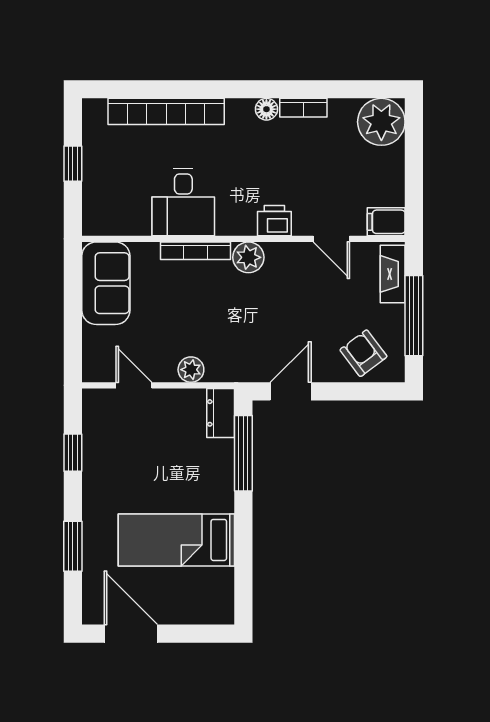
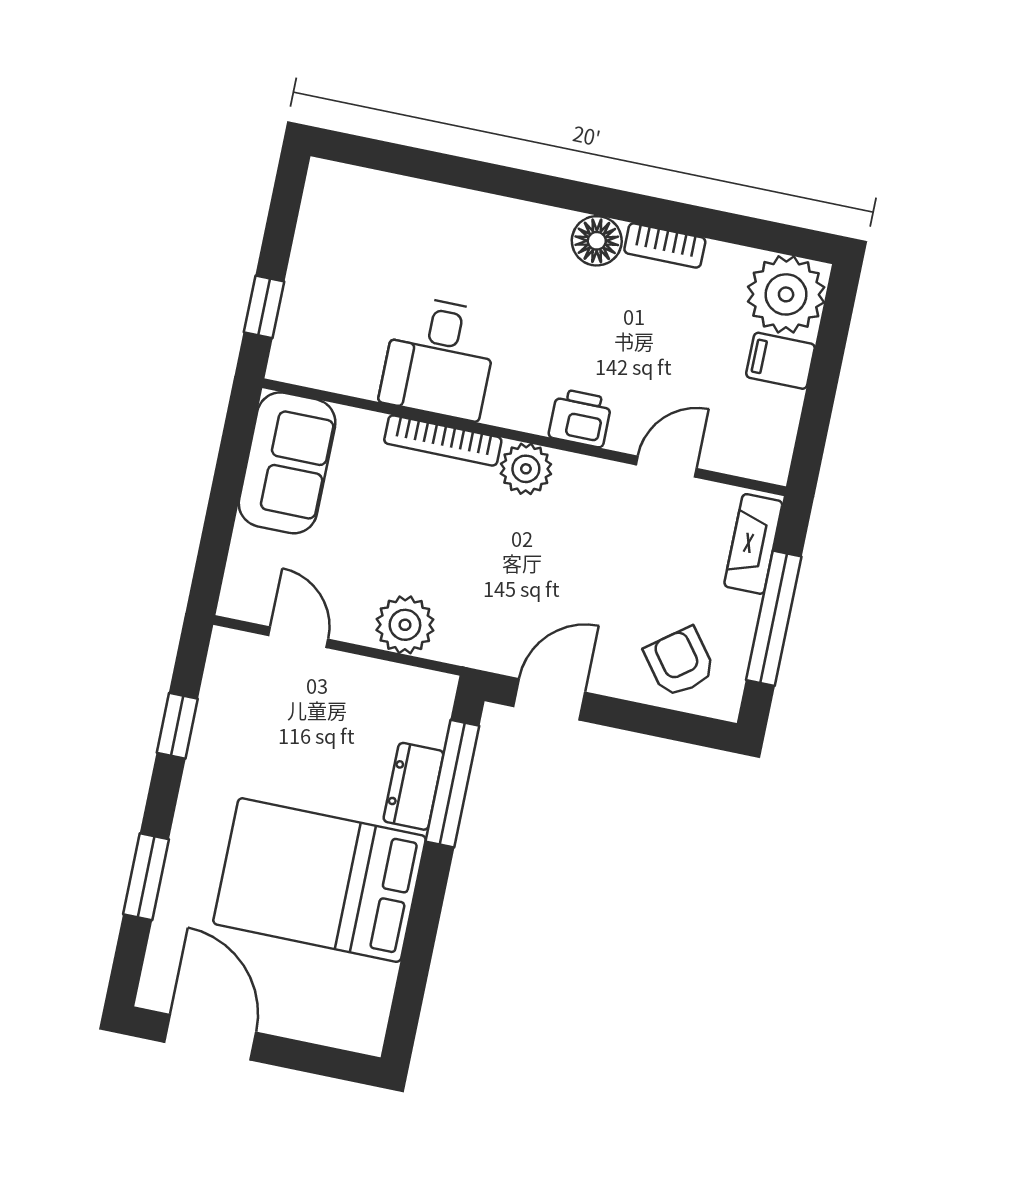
floor lamp: (266, 109) -> (597, 241), width x1.37, depth x1.37
bookcase: (166, 111) -> (442, 206), removed
window: (73, 164) -> (264, 307), moved
filing cabinet: (386, 222) -> (780, 361), moved
door: (331, 239) -> (666, 467), swing flipped
plant: (191, 370) -> (405, 625), width x1.38, depth x1.38
dresser: (221, 413) -> (413, 786), moved
bed: (176, 540) -> (319, 880), width x1.50

